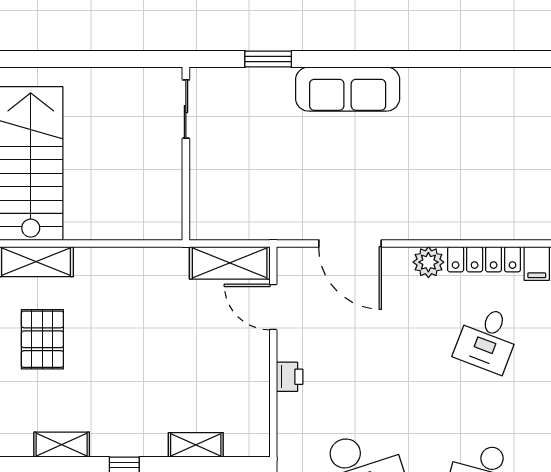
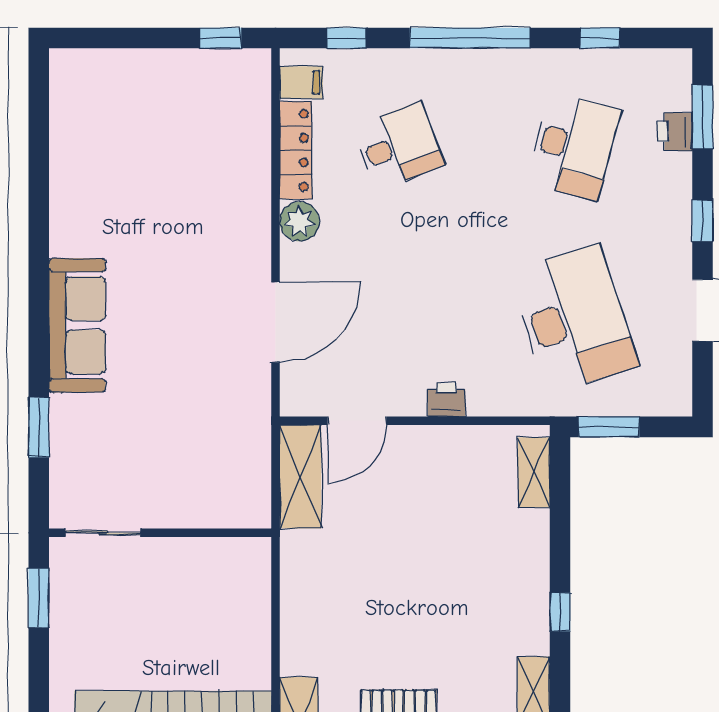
window: (135, 59) -> (39, 598), added
desk: (487, 339) -> (398, 146), turned -42
shelving: (196, 445) -> (534, 473), moved

